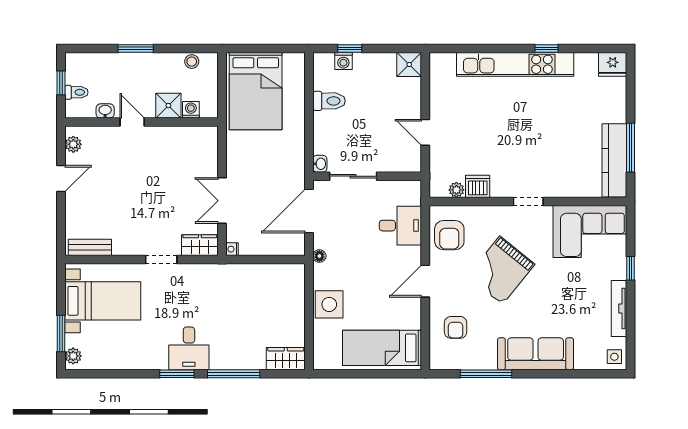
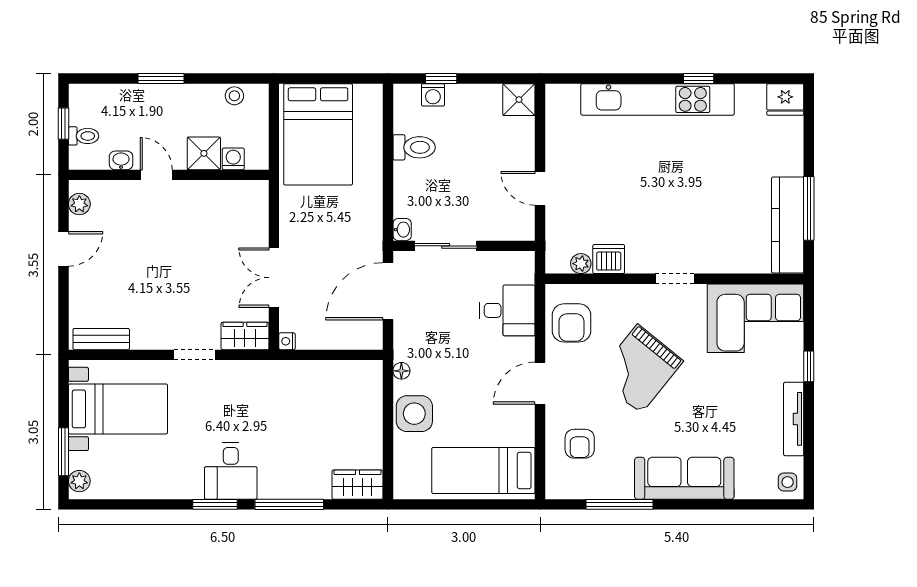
floor lamp: (319, 256) -> (401, 371), moved

